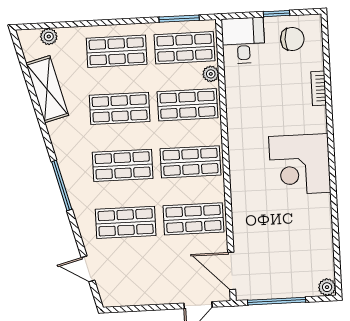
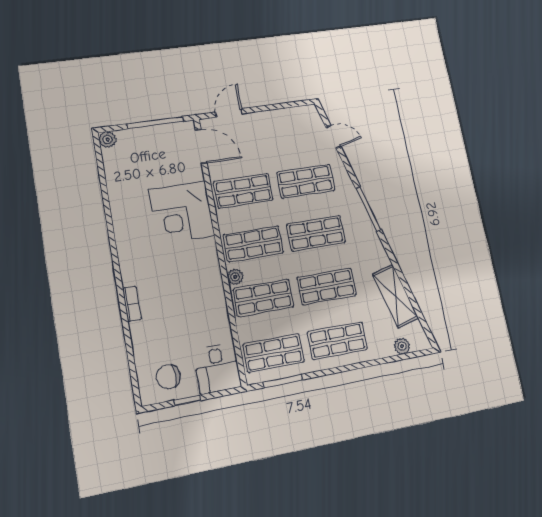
plant: (211, 74) -> (235, 277), moved
bookcase: (319, 88) -> (132, 304), moved
corner desk: (300, 164) -> (182, 213), moved, turned 180

